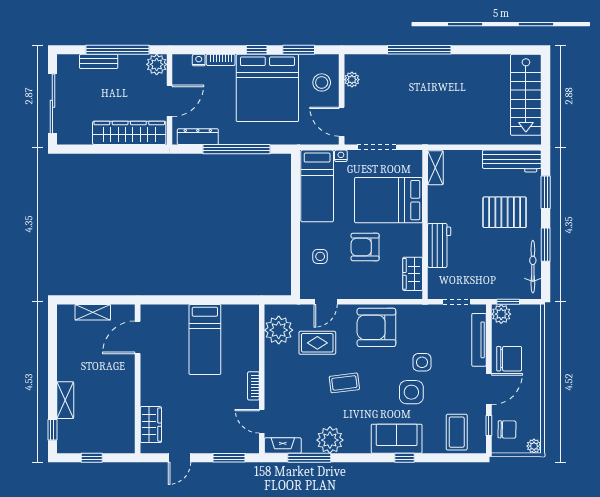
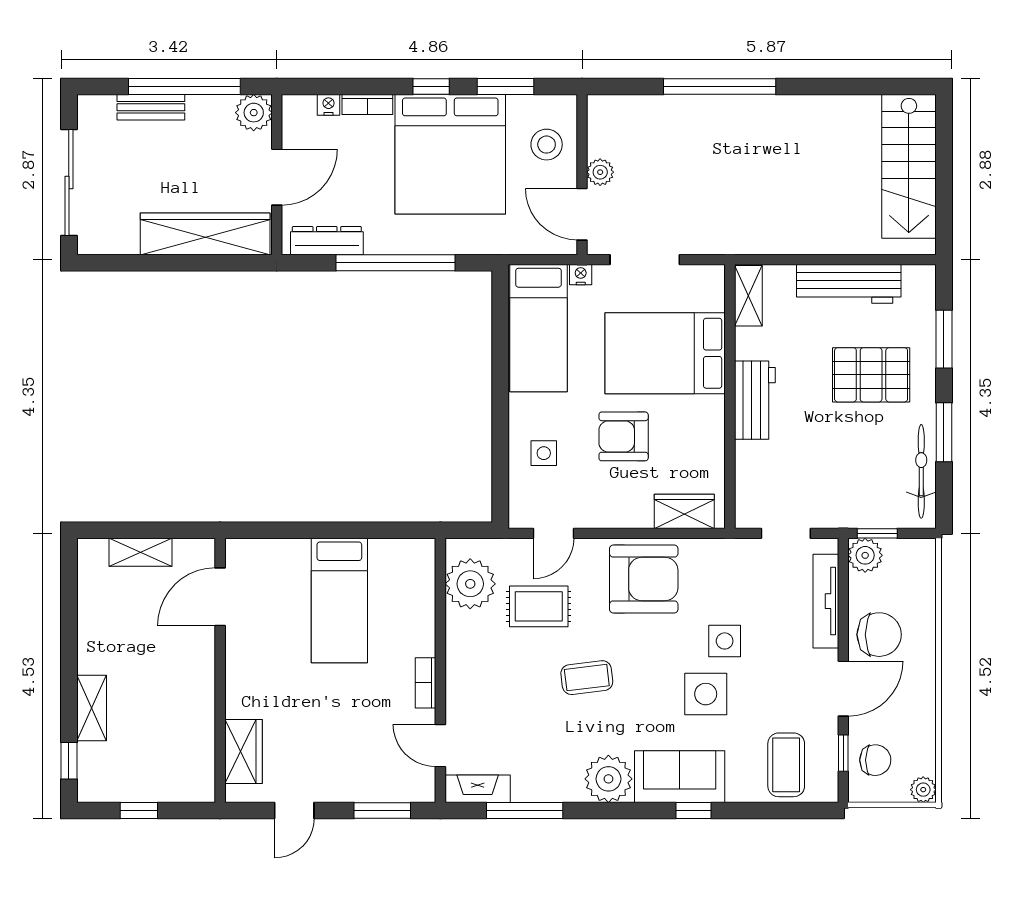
plant: (352, 80) -> (600, 172), moved
workbench: (512, 161) -> (849, 284), moved
workbench: (439, 245) -> (755, 400), moved
wardrobe: (413, 274) -> (684, 511), moved, turned 90
armchair: (376, 327) -> (644, 579), turned 180
plant: (330, 440) -> (608, 779), moved

